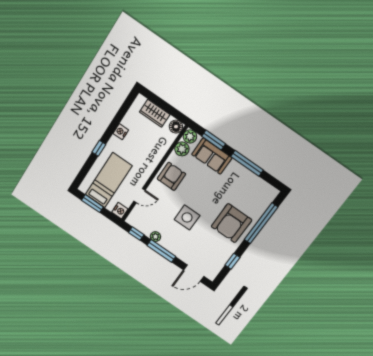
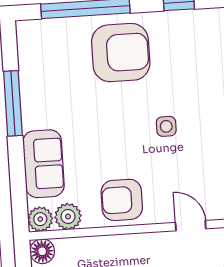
window: (214, 140) -> (18, 180), removed
side table: (187, 217) -> (166, 126), width x0.54, depth x0.54

